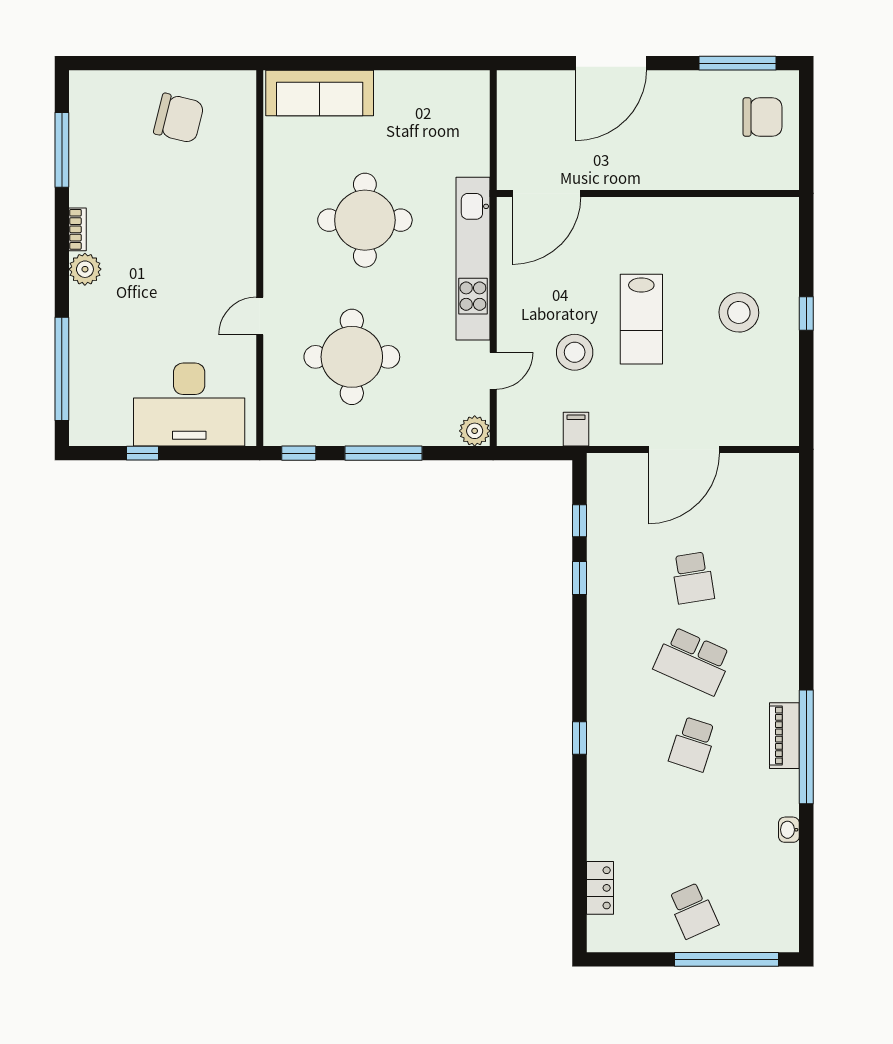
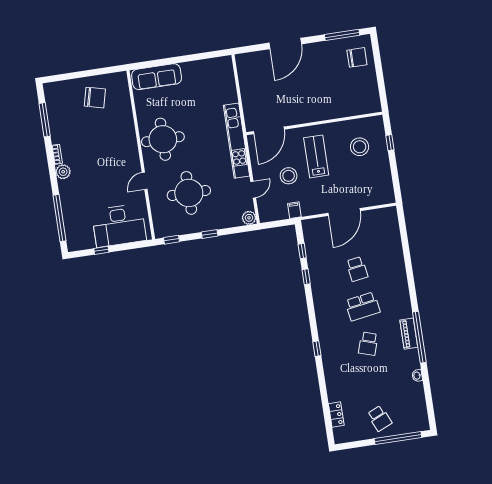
door: (547, 193) -> (269, 130), moved
wall: (648, 193) -> (314, 123), moved
round table: (365, 220) -> (163, 139), moved
lab bench: (641, 319) -> (316, 156), turned 180
window: (384, 453) -> (210, 234), width x0.46
school desk: (693, 661) -> (363, 306), turned -33

